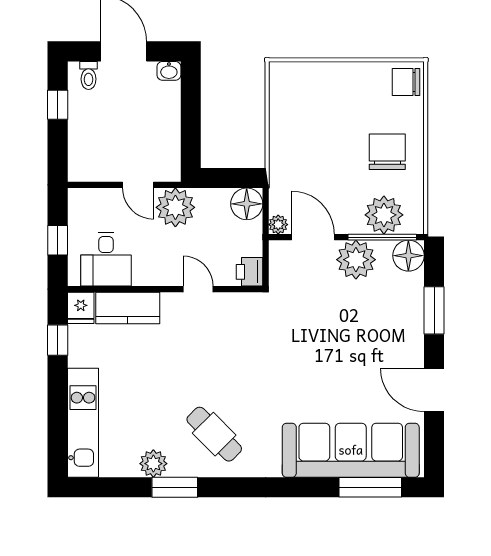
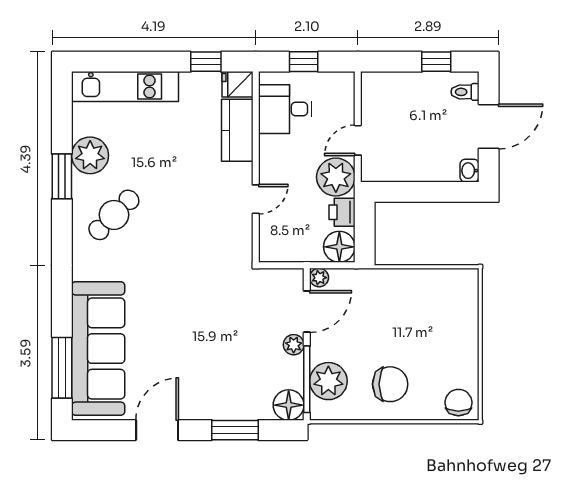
plant: (356, 260) -> (294, 345), width x0.53, depth x0.53
printer: (250, 272) -> (342, 212), moved, turned -90
plant: (153, 464) -> (90, 155), width x1.36, depth x1.36

